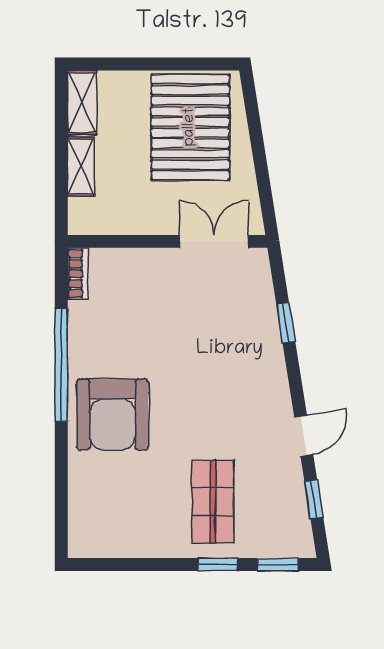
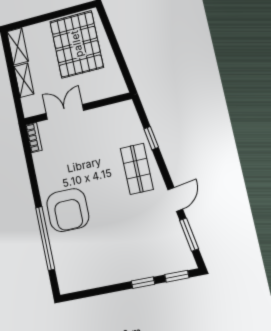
double door: (214, 241) -> (65, 112), moved
window: (61, 365) -> (45, 238), moved
window: (314, 499) -> (189, 235), width x1.50
shop shelf: (213, 502) -> (137, 169), moved

